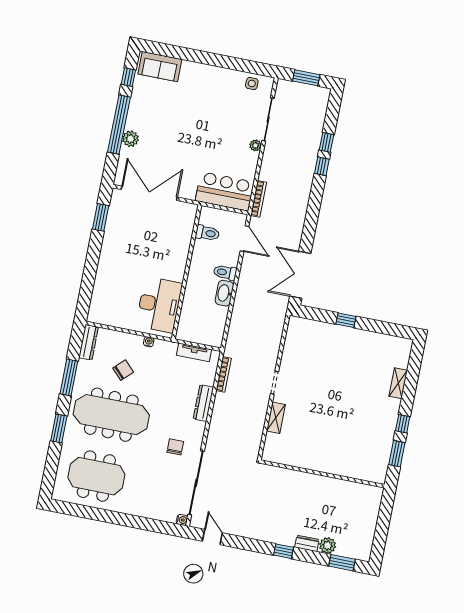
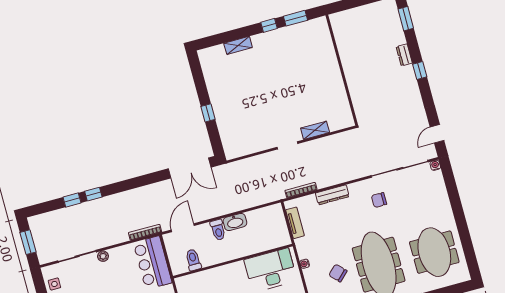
plant: (328, 545) -> (398, 37), removed

